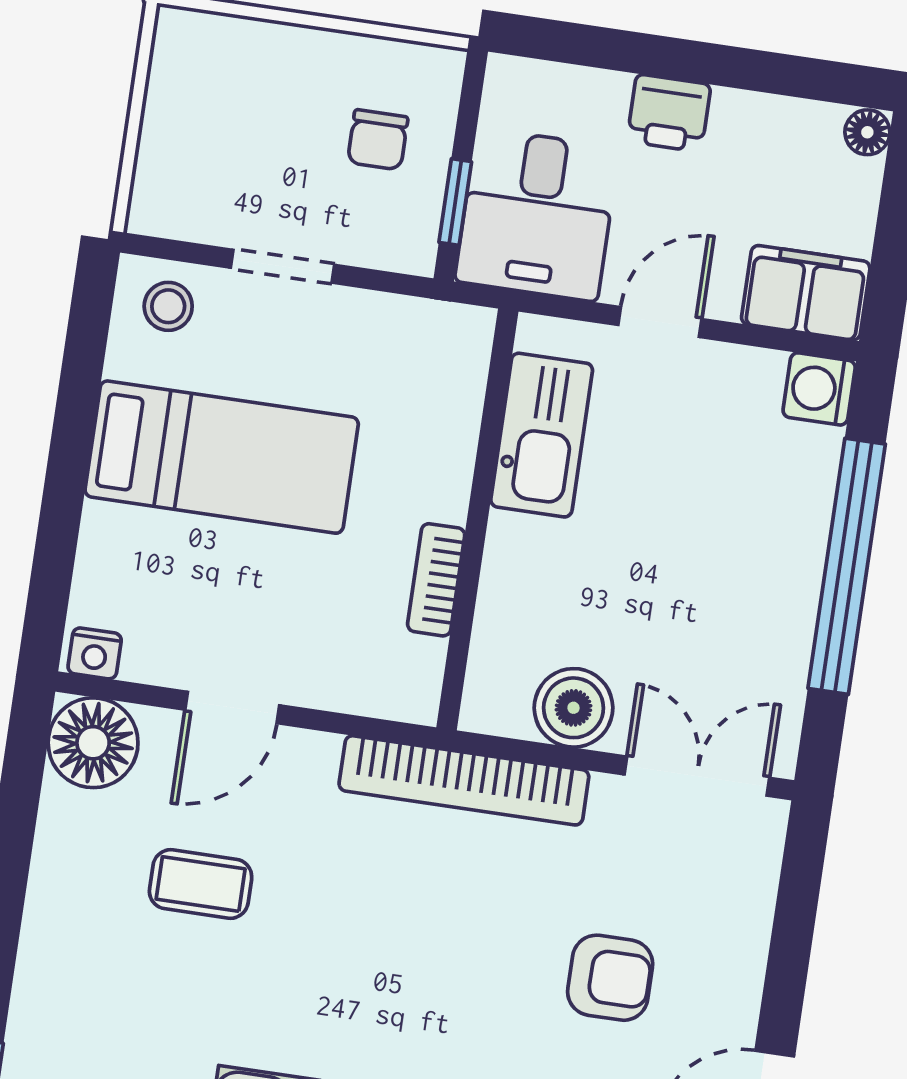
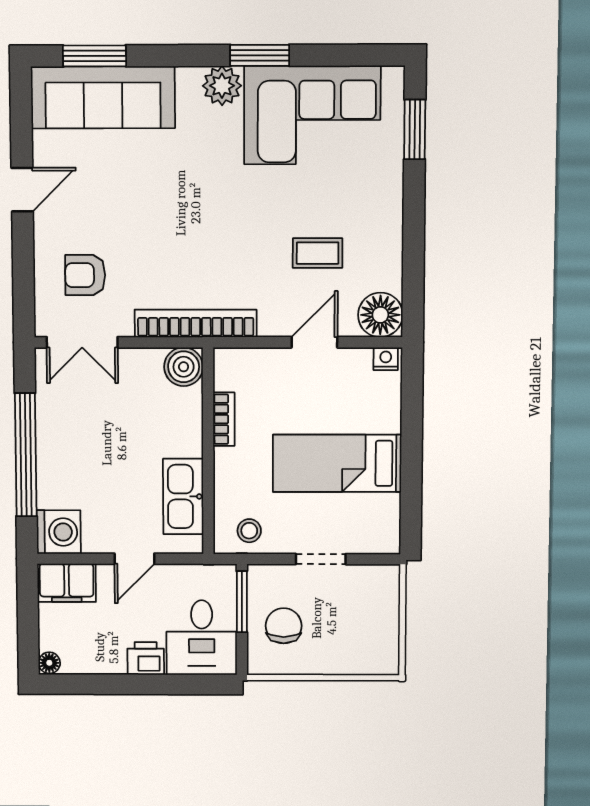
chair: (378, 140) -> (284, 626), width x1.37, depth x1.37
window: (455, 202) -> (242, 602), width x1.50
desk: (537, 215) -> (202, 638), moved, turned 180
stool: (168, 306) -> (249, 531), moved
washing machine: (819, 389) -> (59, 532), width x1.38, depth x1.38
boiler: (574, 708) -> (184, 367), moved
armchair: (610, 978) -> (85, 275), moved

